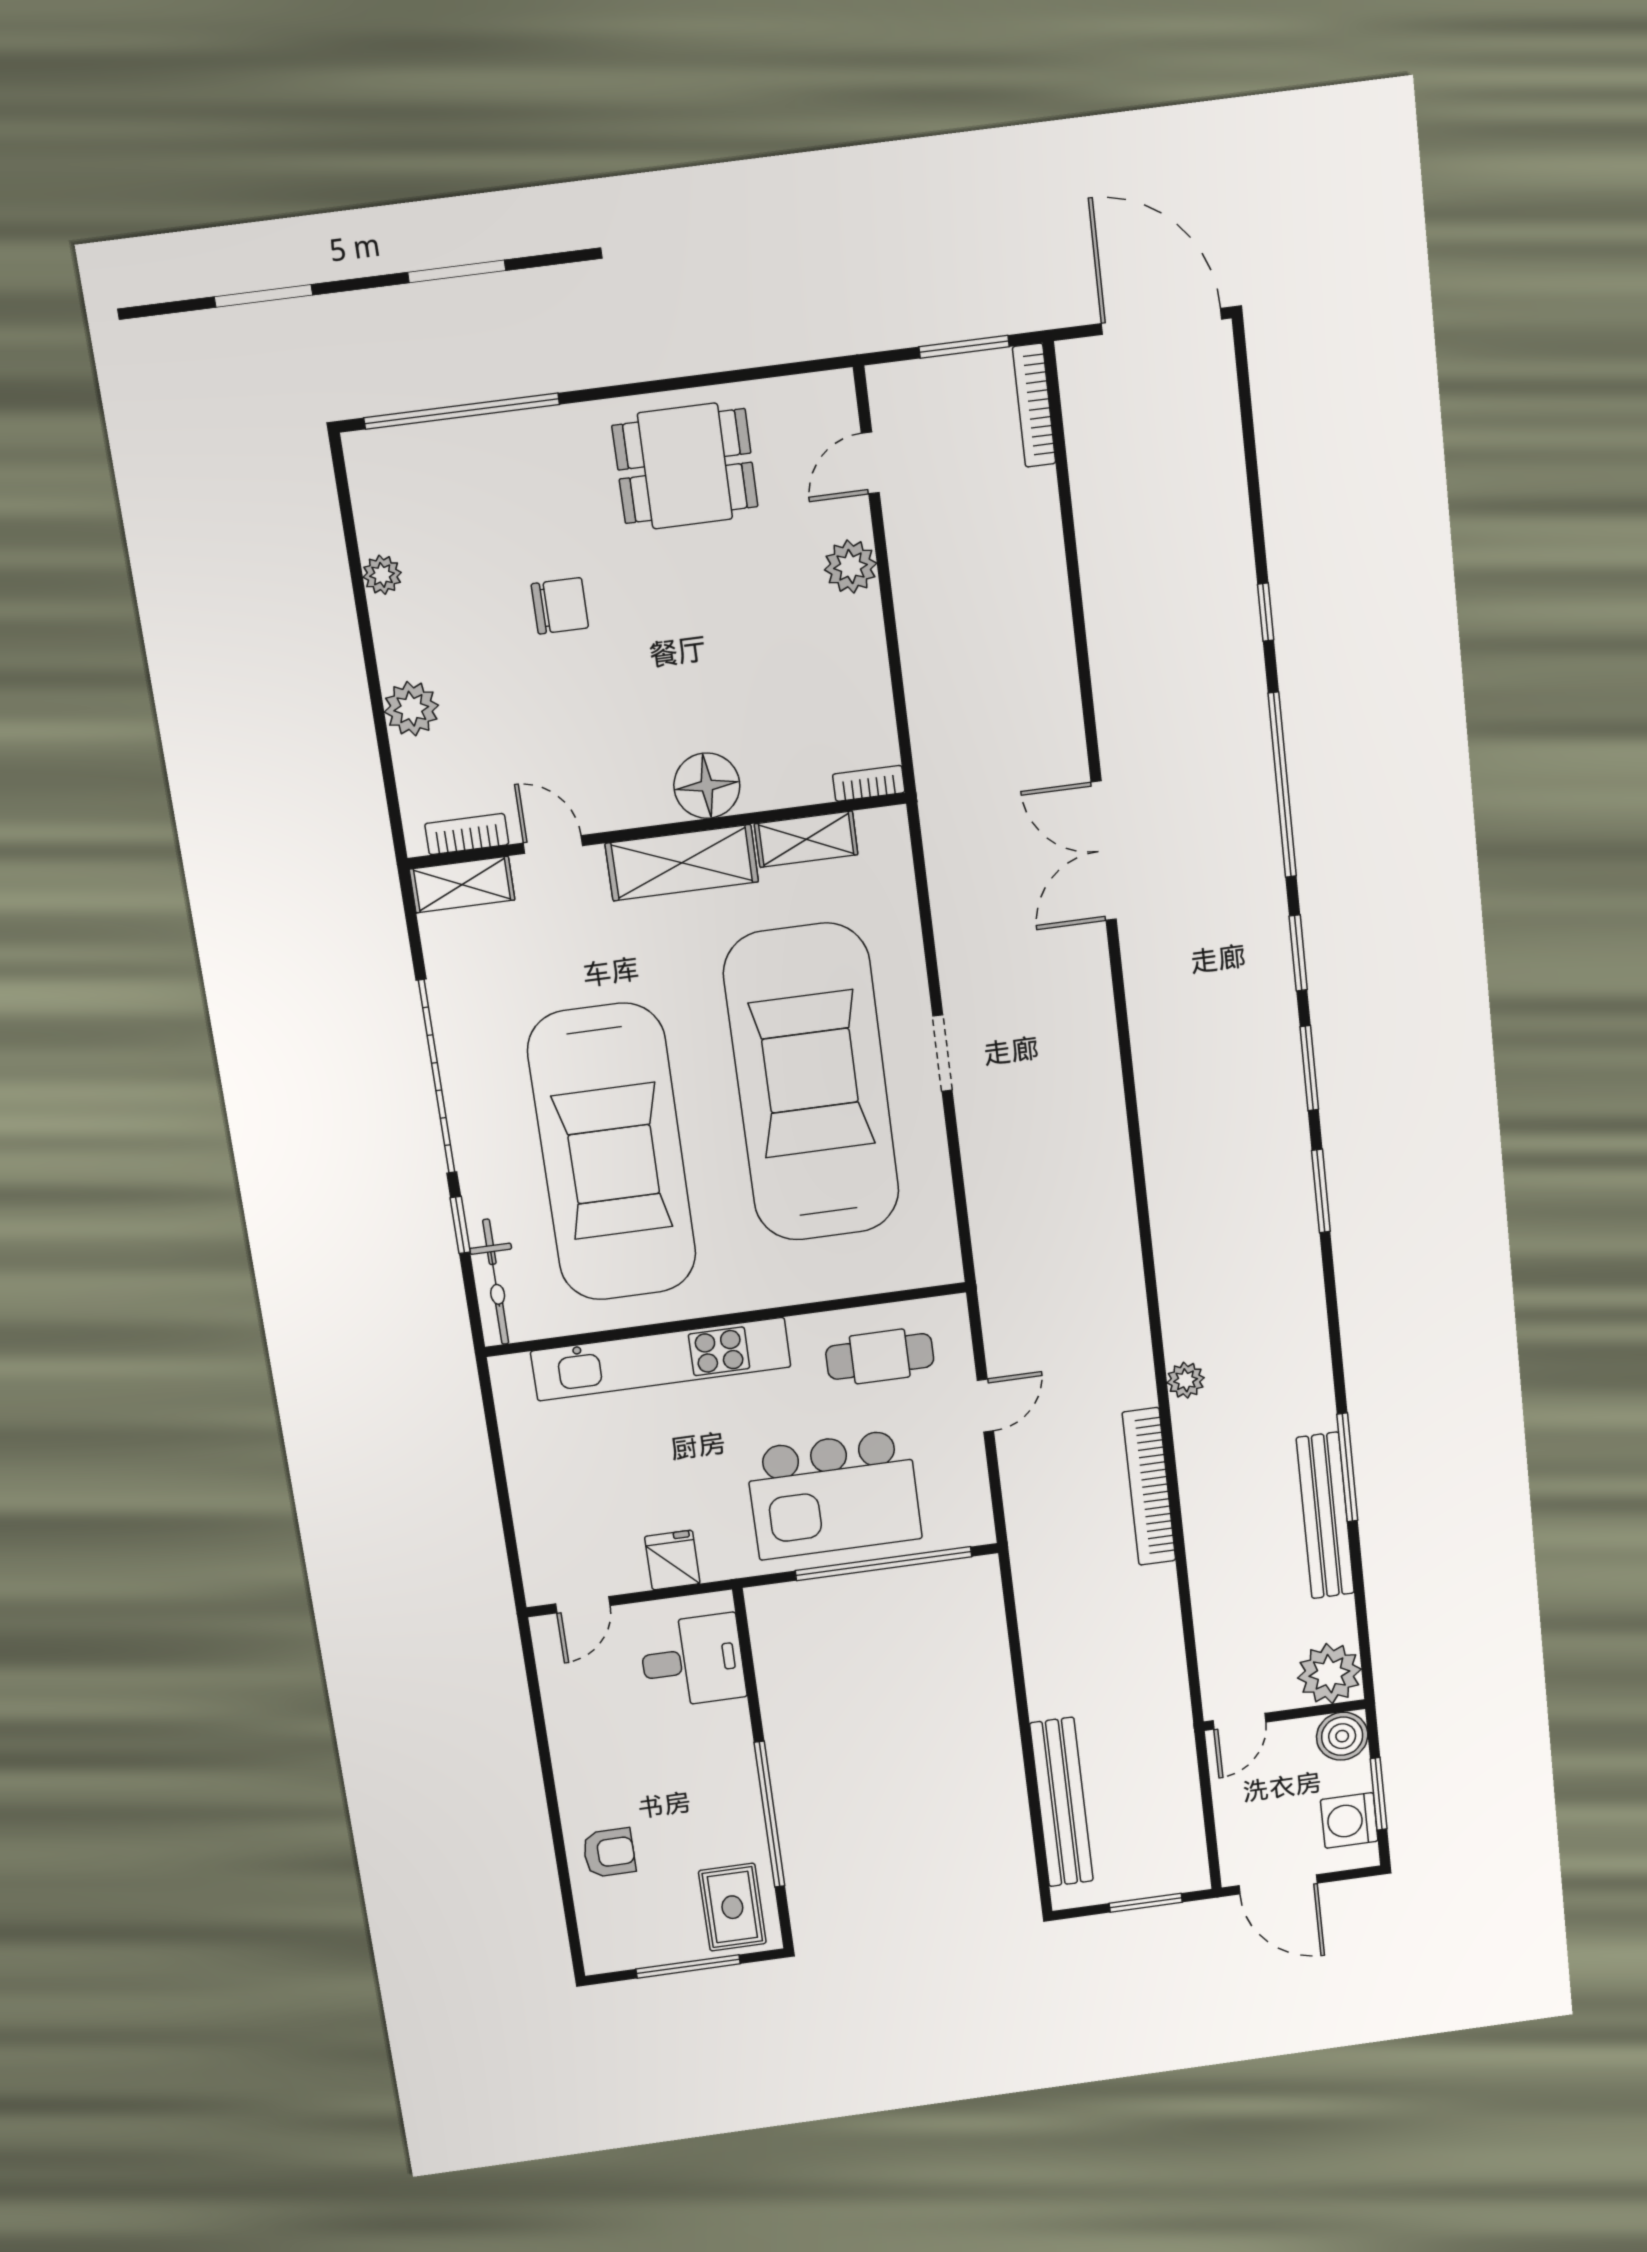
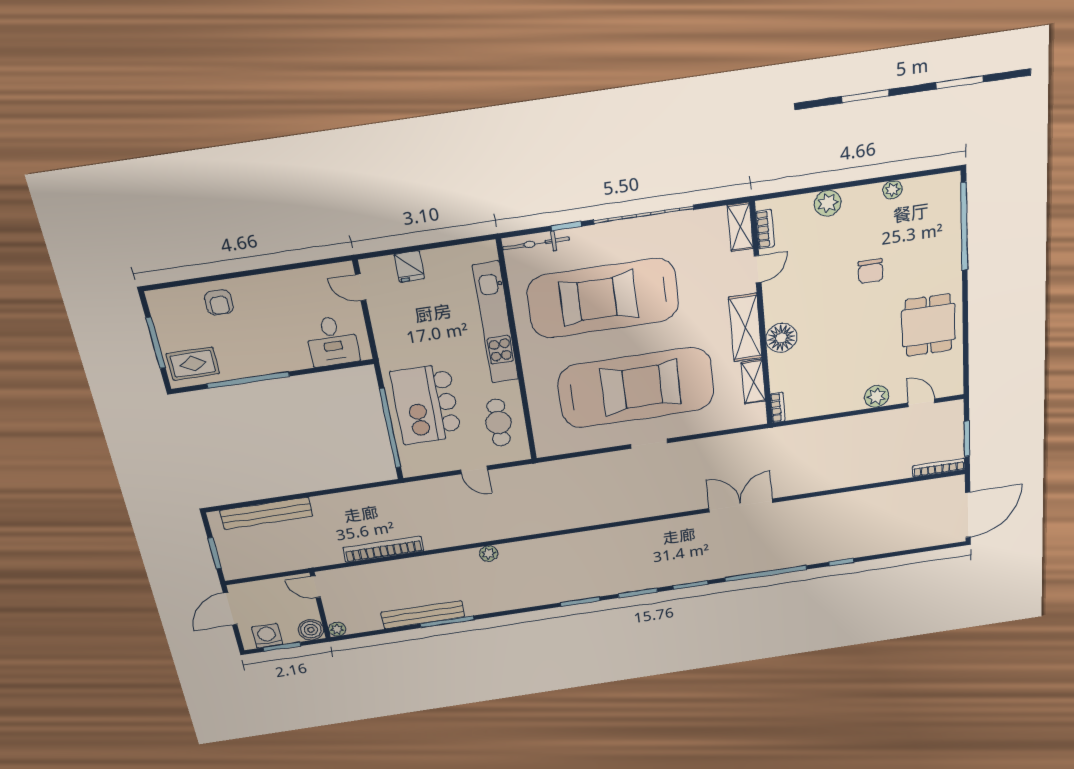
bookcase: (1149, 1487) -> (383, 549), moved
fridge: (672, 1560) -> (409, 267), moved, turned 90
plant: (1329, 1674) -> (337, 629), width x0.53, depth x0.53

